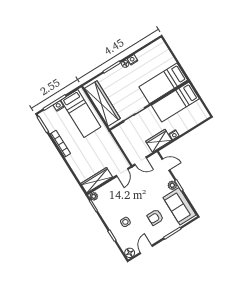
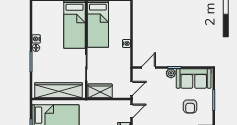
wardrobe: (159, 141) -> (100, 91), moved, turned 90
door: (122, 172) -> (131, 111), hinge flipped

